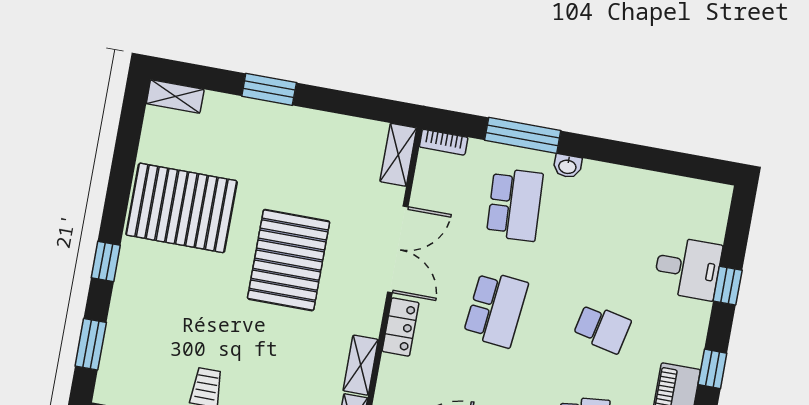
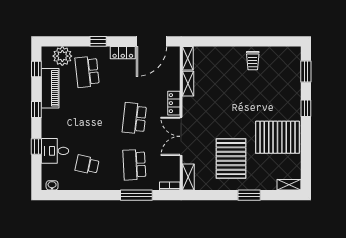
washbasin: (567, 166) -> (52, 185), moved
pallet: (289, 260) -> (231, 159), moved
school desk: (602, 328) -> (87, 165), moved

